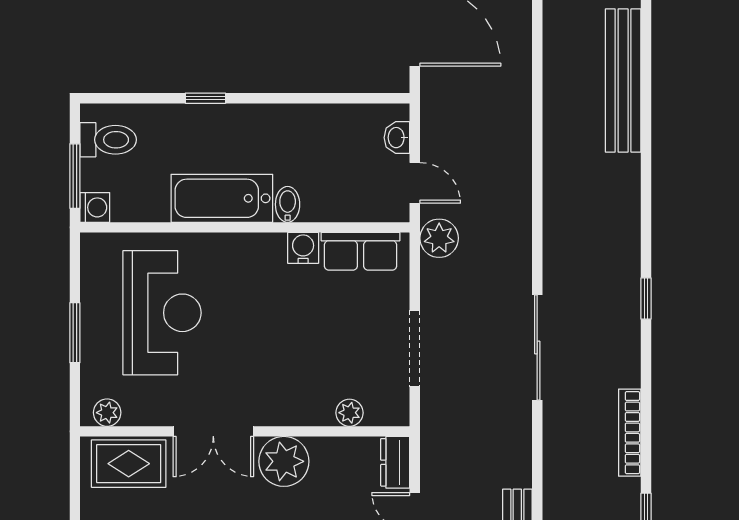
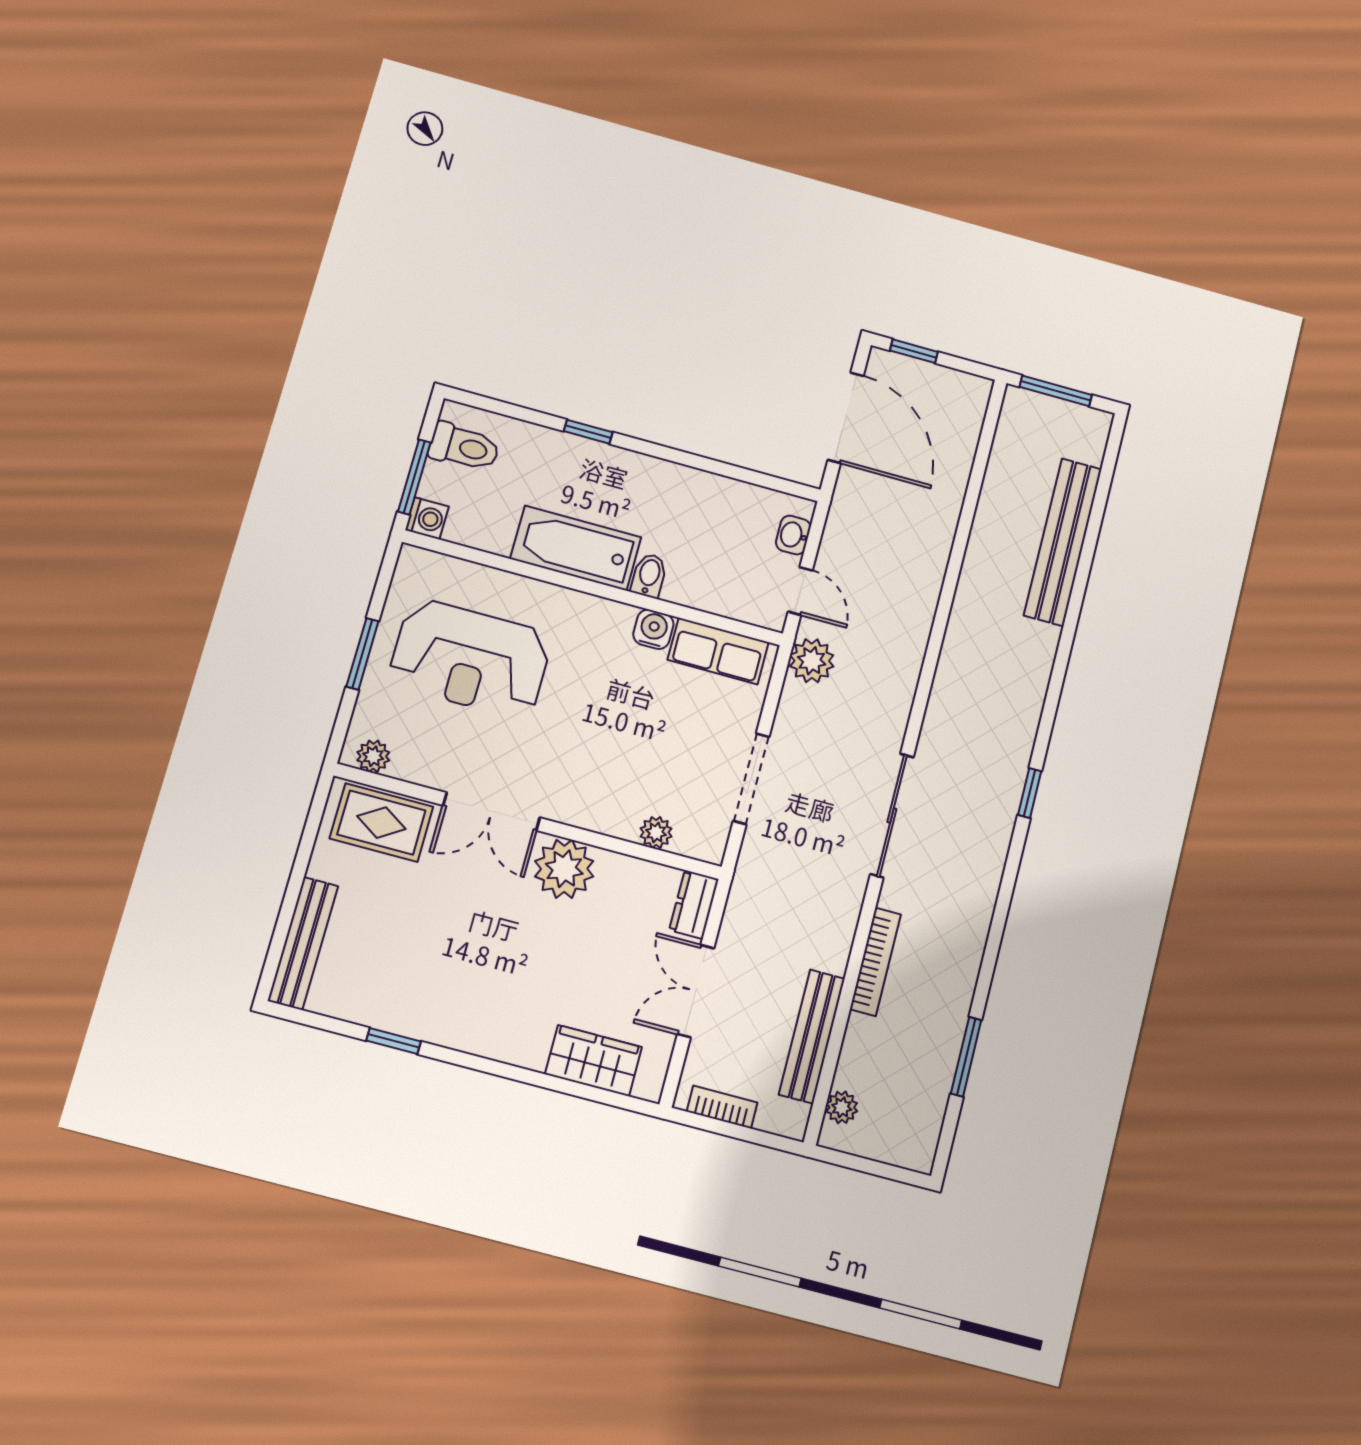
reception desk: (162, 313) -> (470, 659), turned 90
bookcase: (630, 433) -> (875, 962), moved, turned 180

